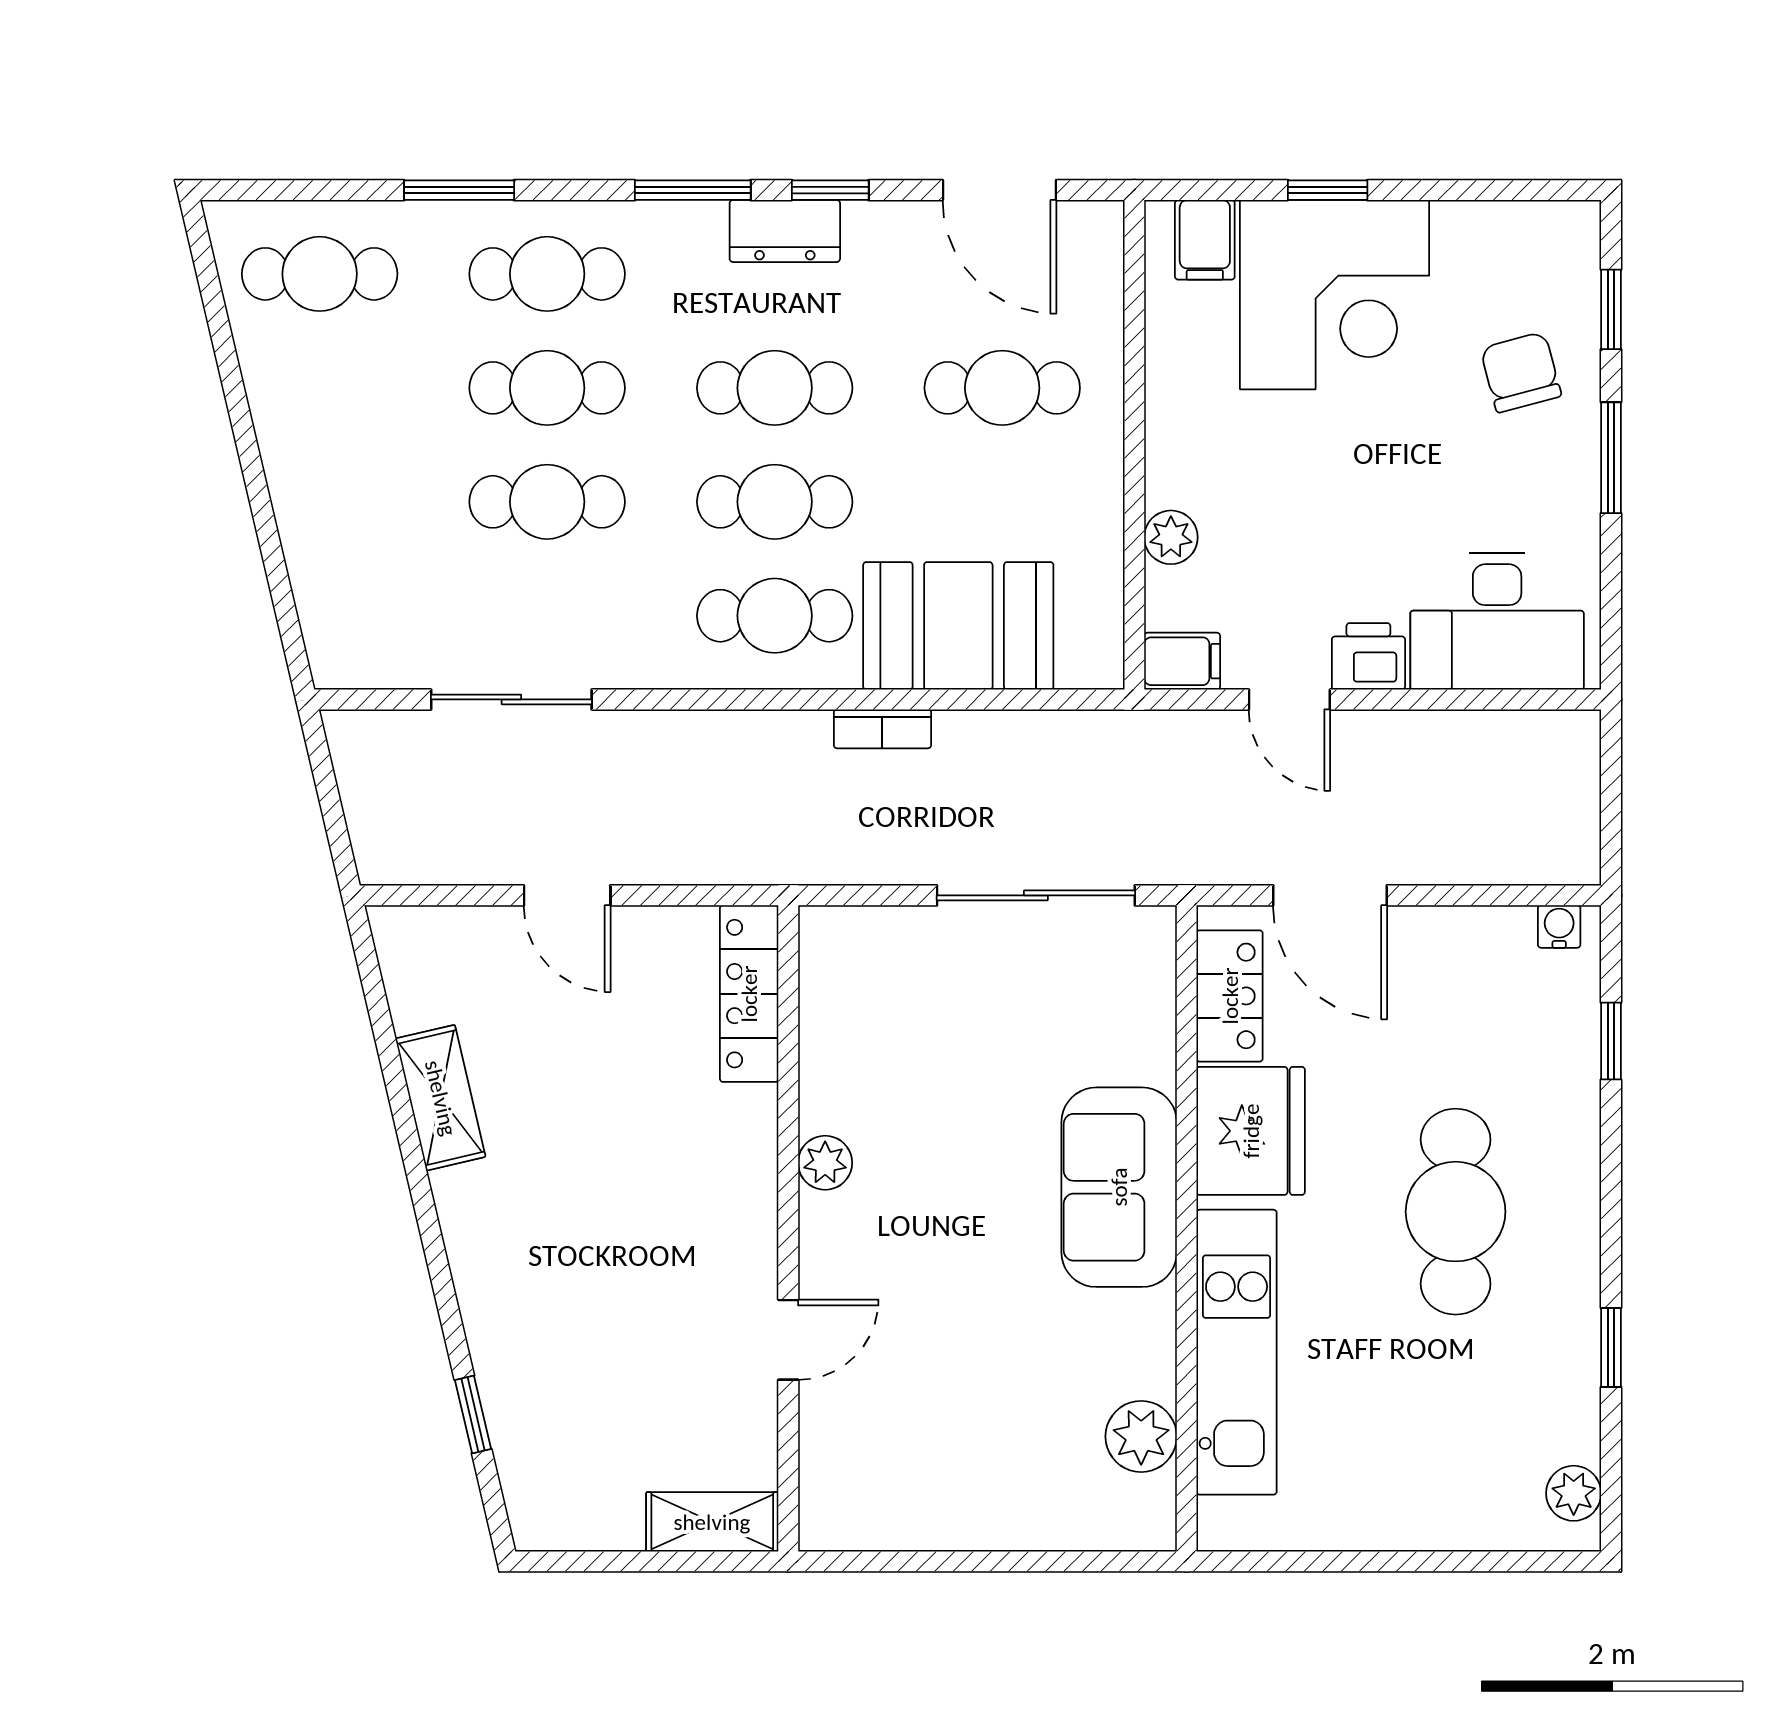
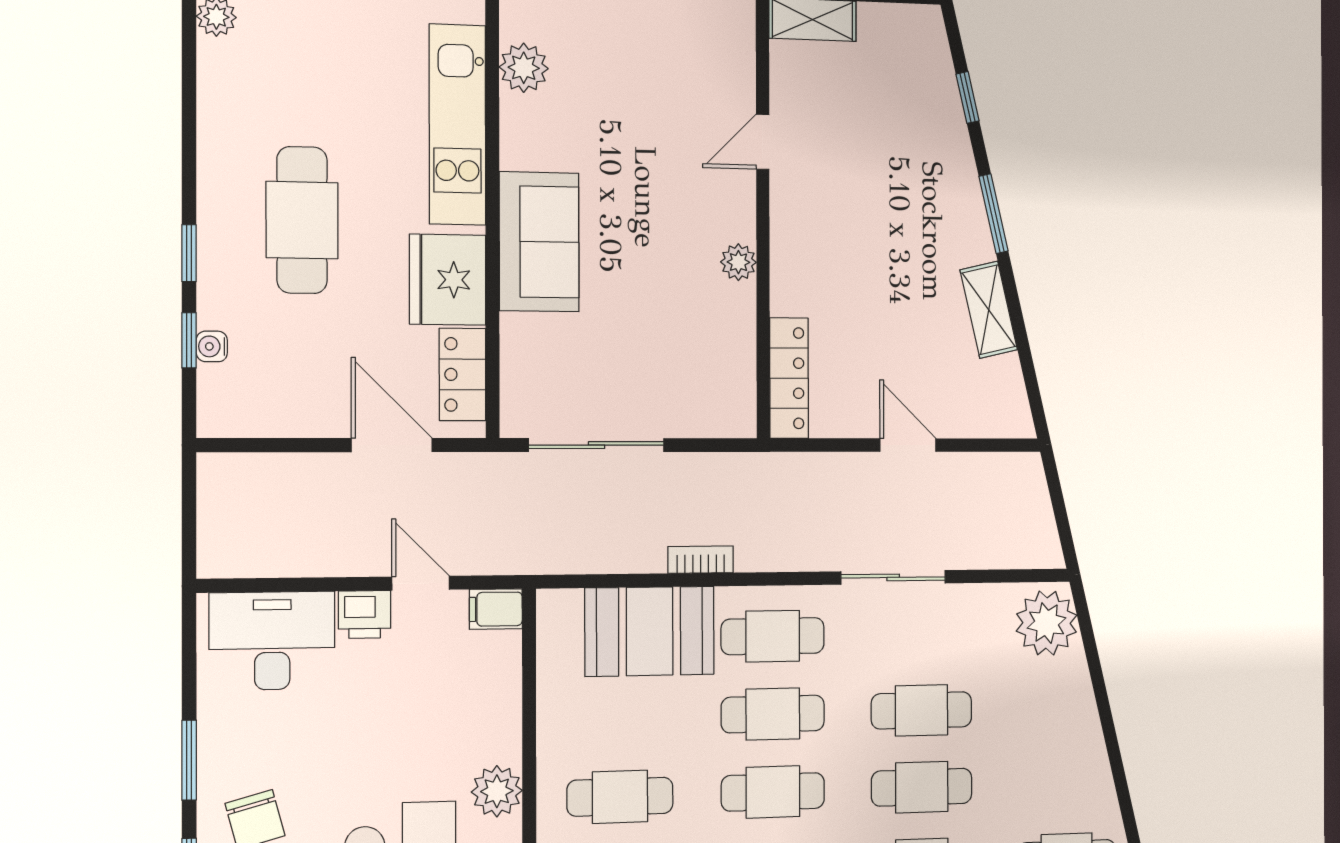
plant: (1171, 537) -> (497, 791), moved, width x1.38, depth x1.38
plant: (351, 628) -> (1047, 623), added
sliding door: (511, 699) -> (893, 577), moved
water cooler: (1559, 926) -> (212, 346), moved, turned 90
window: (433, 1242) -> (993, 214), added
window: (1611, 1347) -> (189, 253), moved

